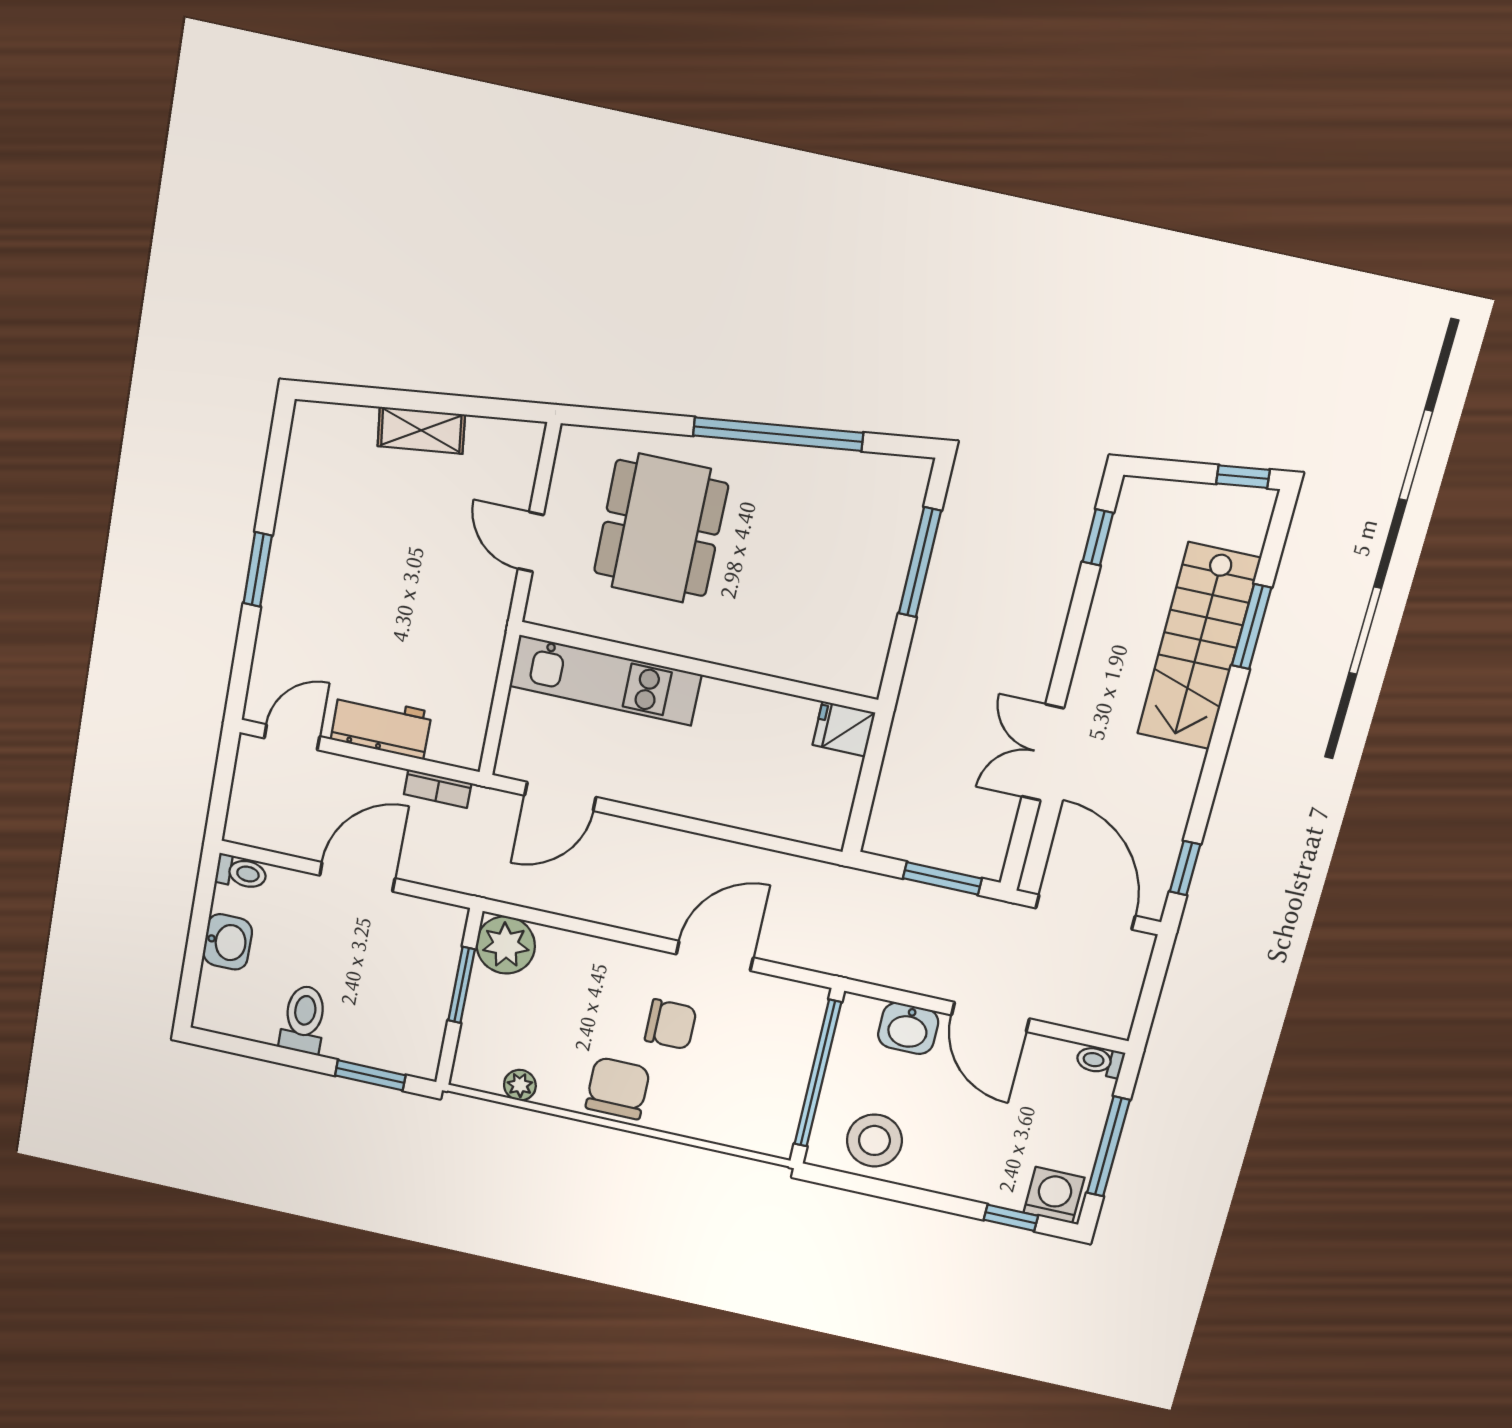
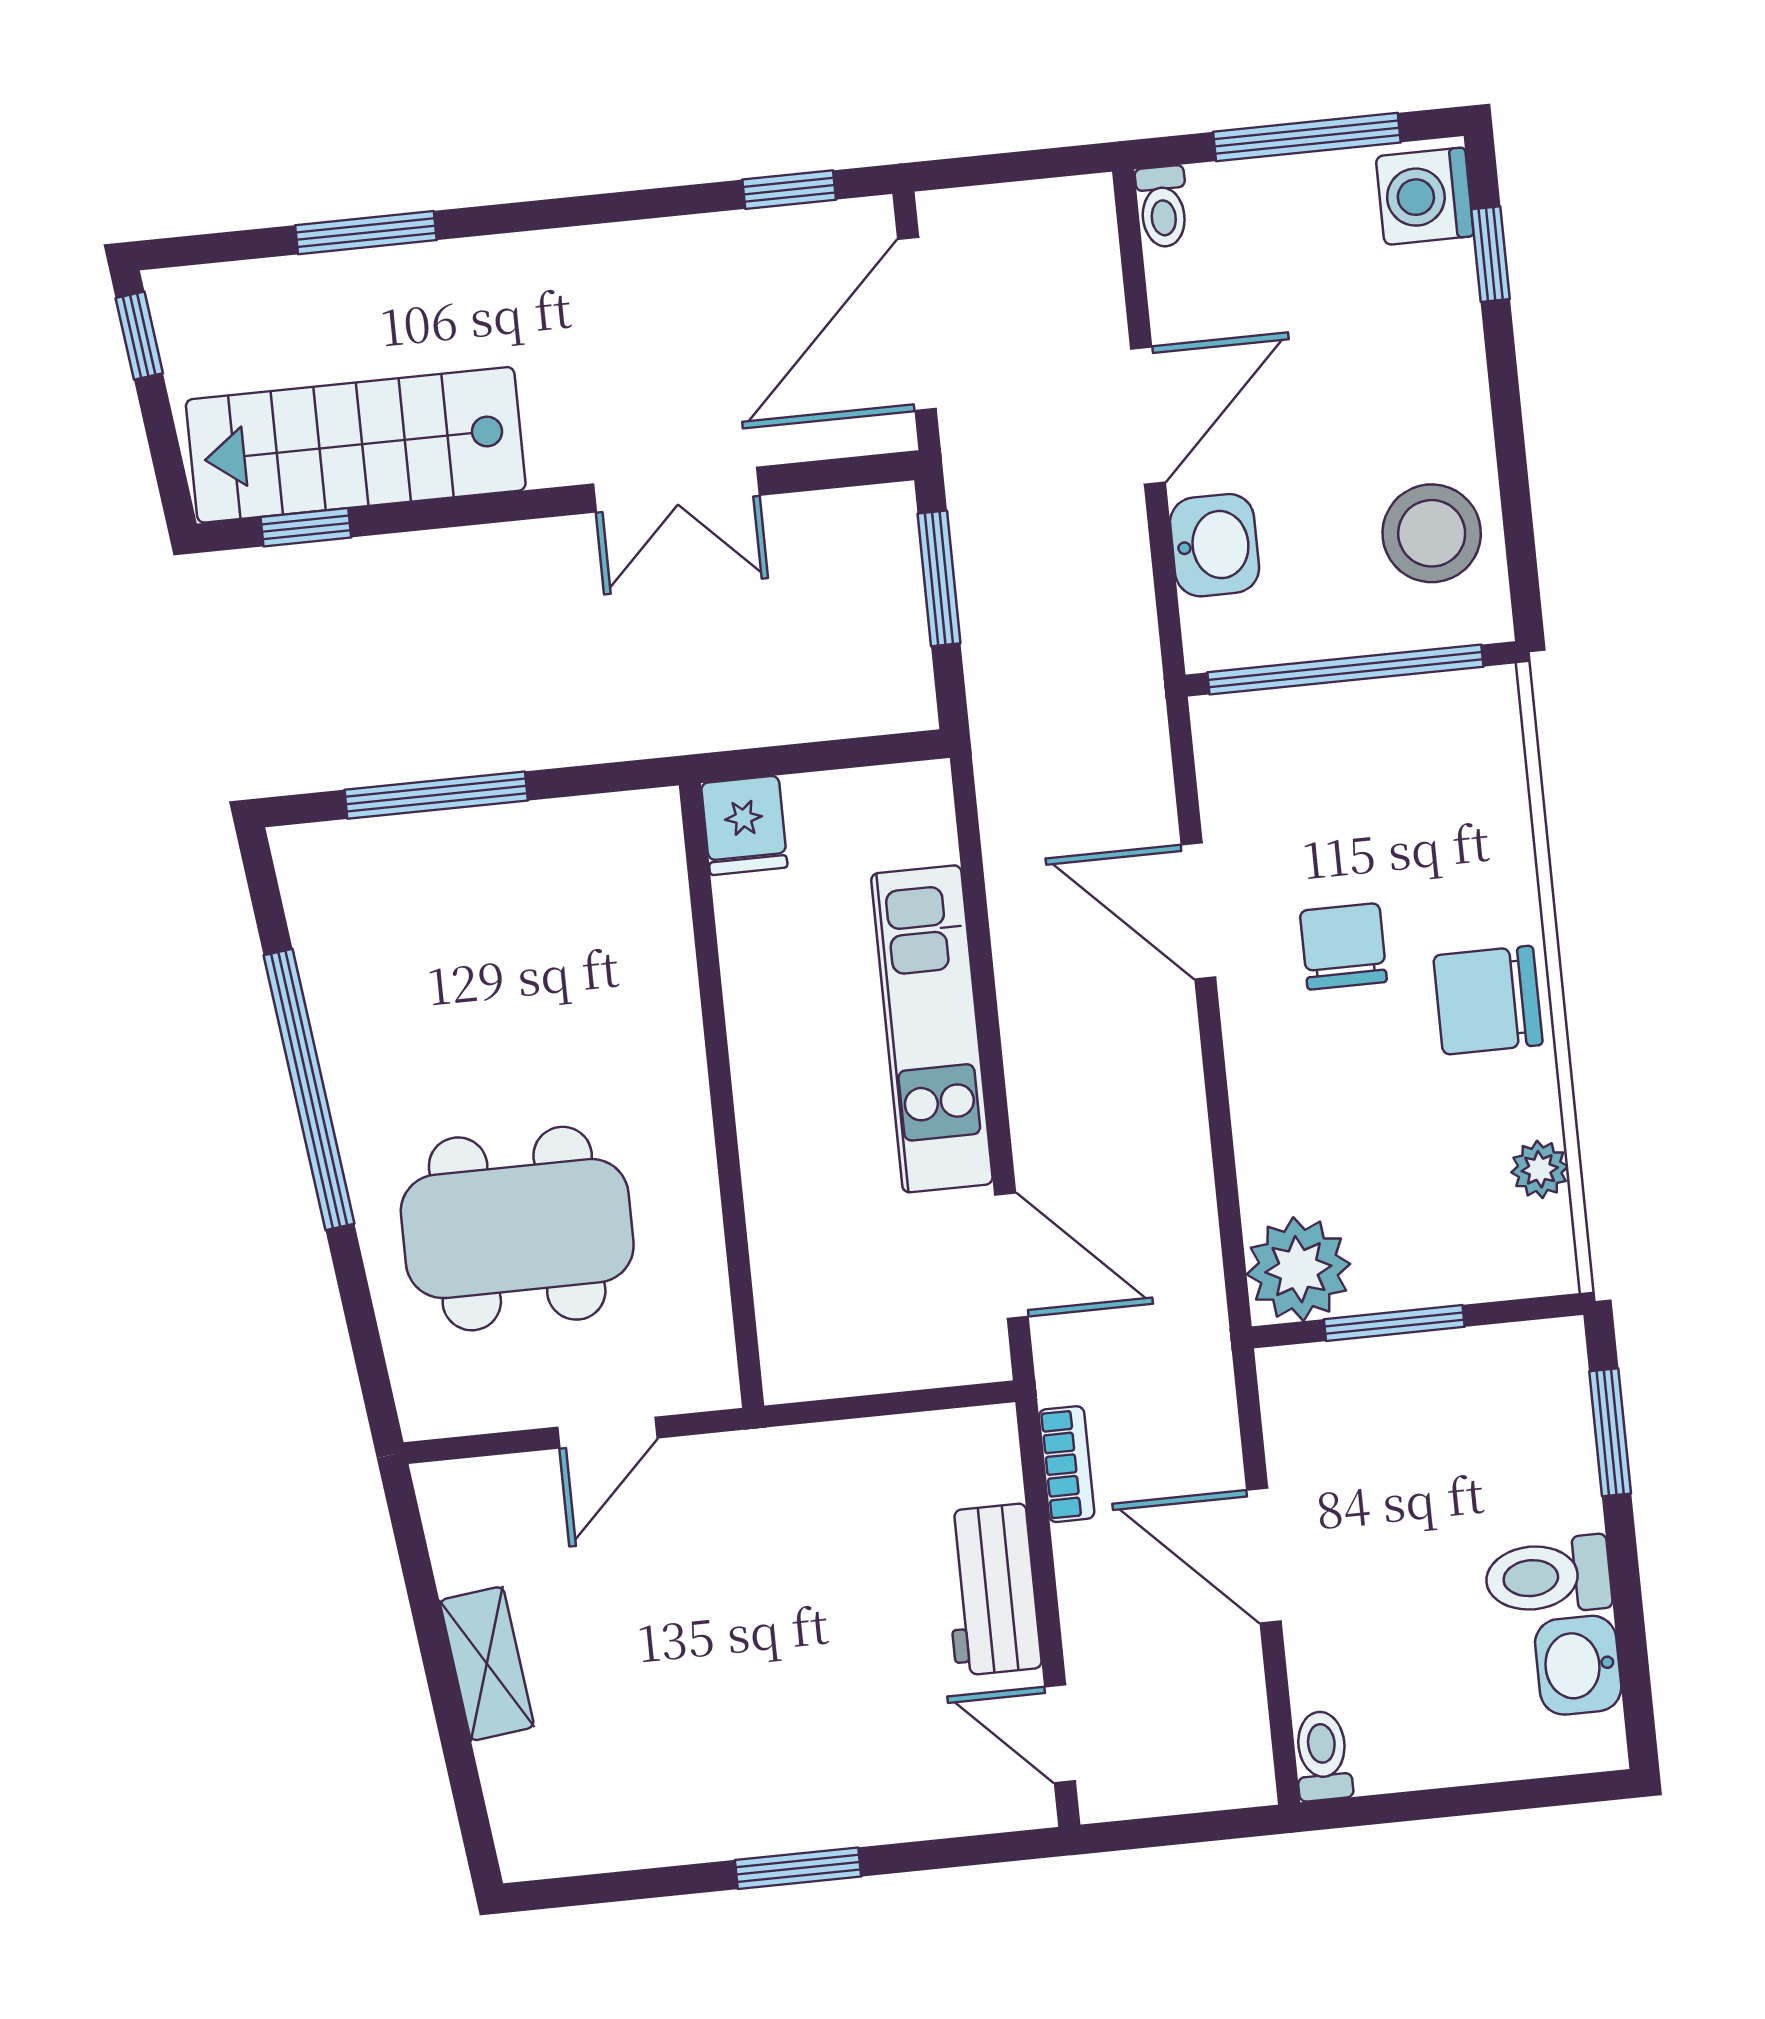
stairs: (1199, 646) -> (356, 445), moved, turned 180
kitchen unit: (605, 680) -> (932, 1029), moved, turned 180
washbasin: (228, 942) -> (1578, 1665), moved, turned -90

